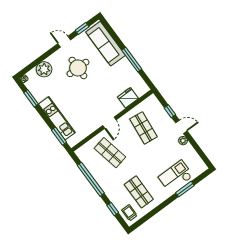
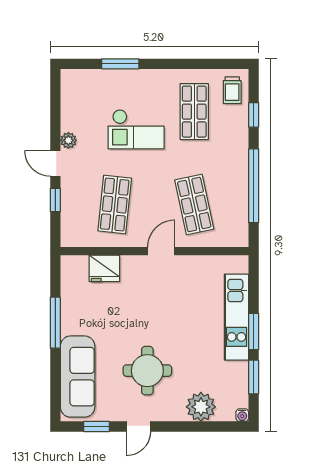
door: (64, 42) -> (139, 427), hinge flipped
window: (59, 136) -> (254, 331), moved
checkout: (176, 176) -> (136, 129), moved

